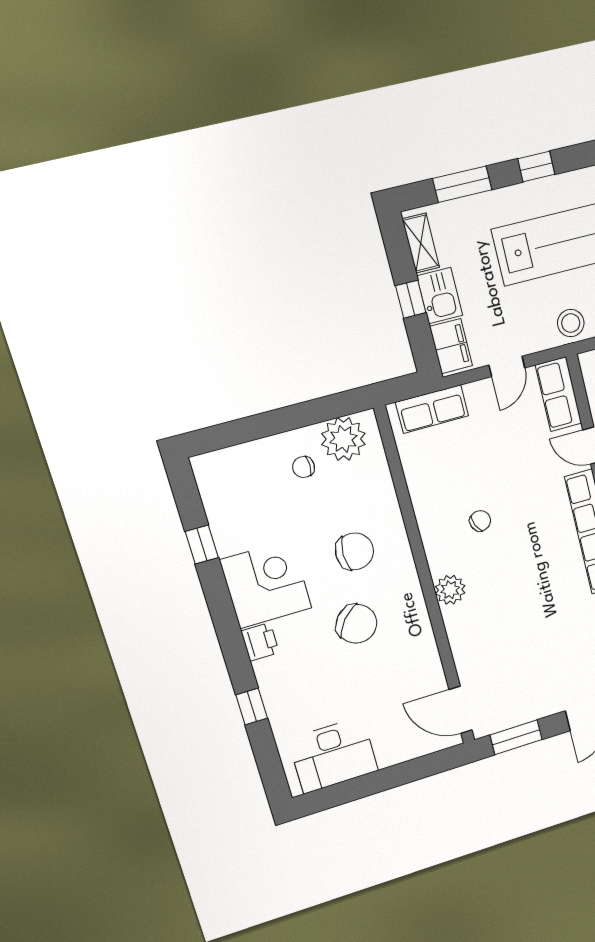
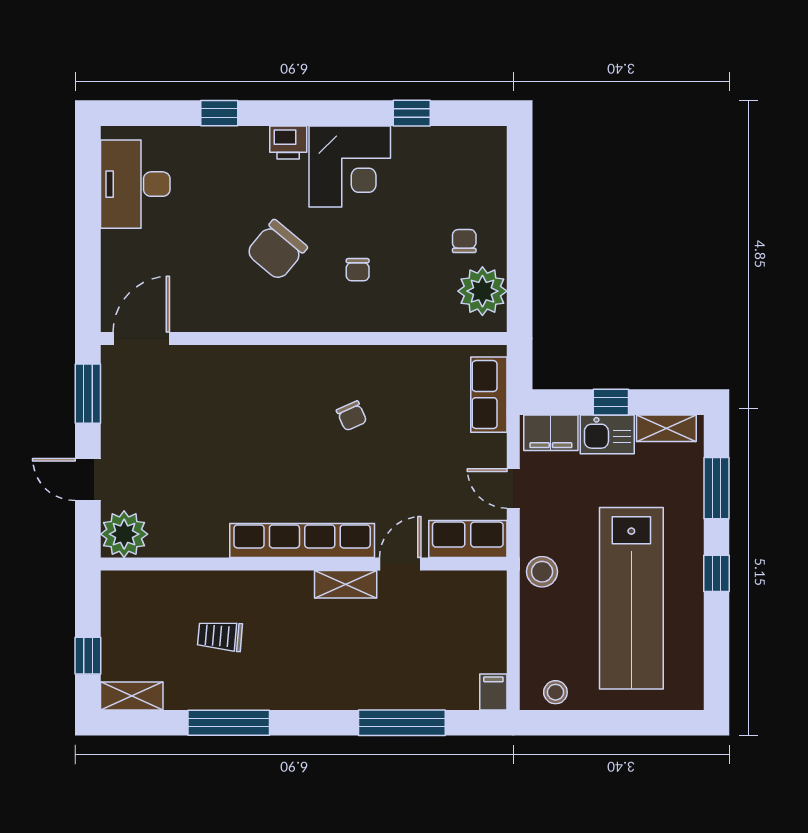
chair: (355, 551) -> (358, 270), width x0.54, depth x0.54
plant: (450, 590) -> (284, 363), removed

